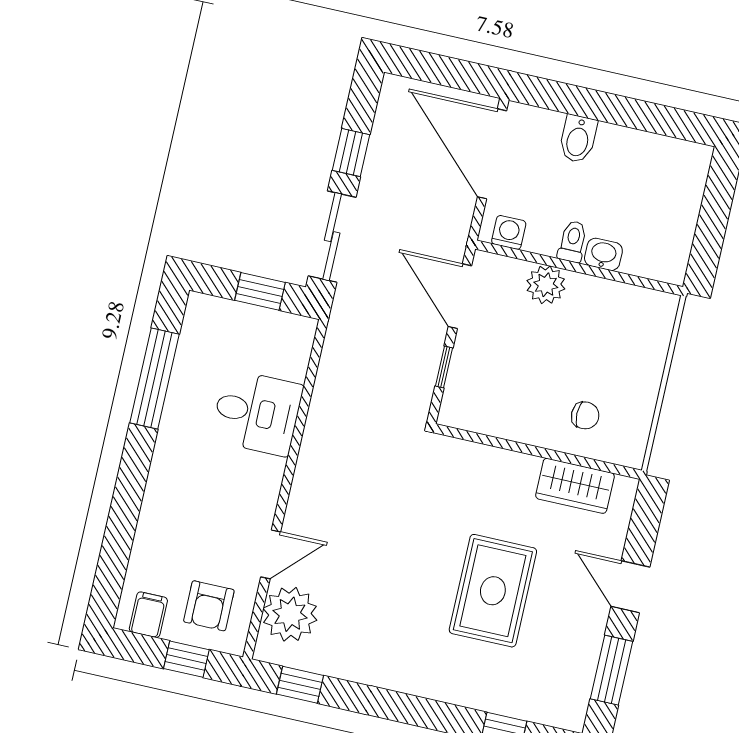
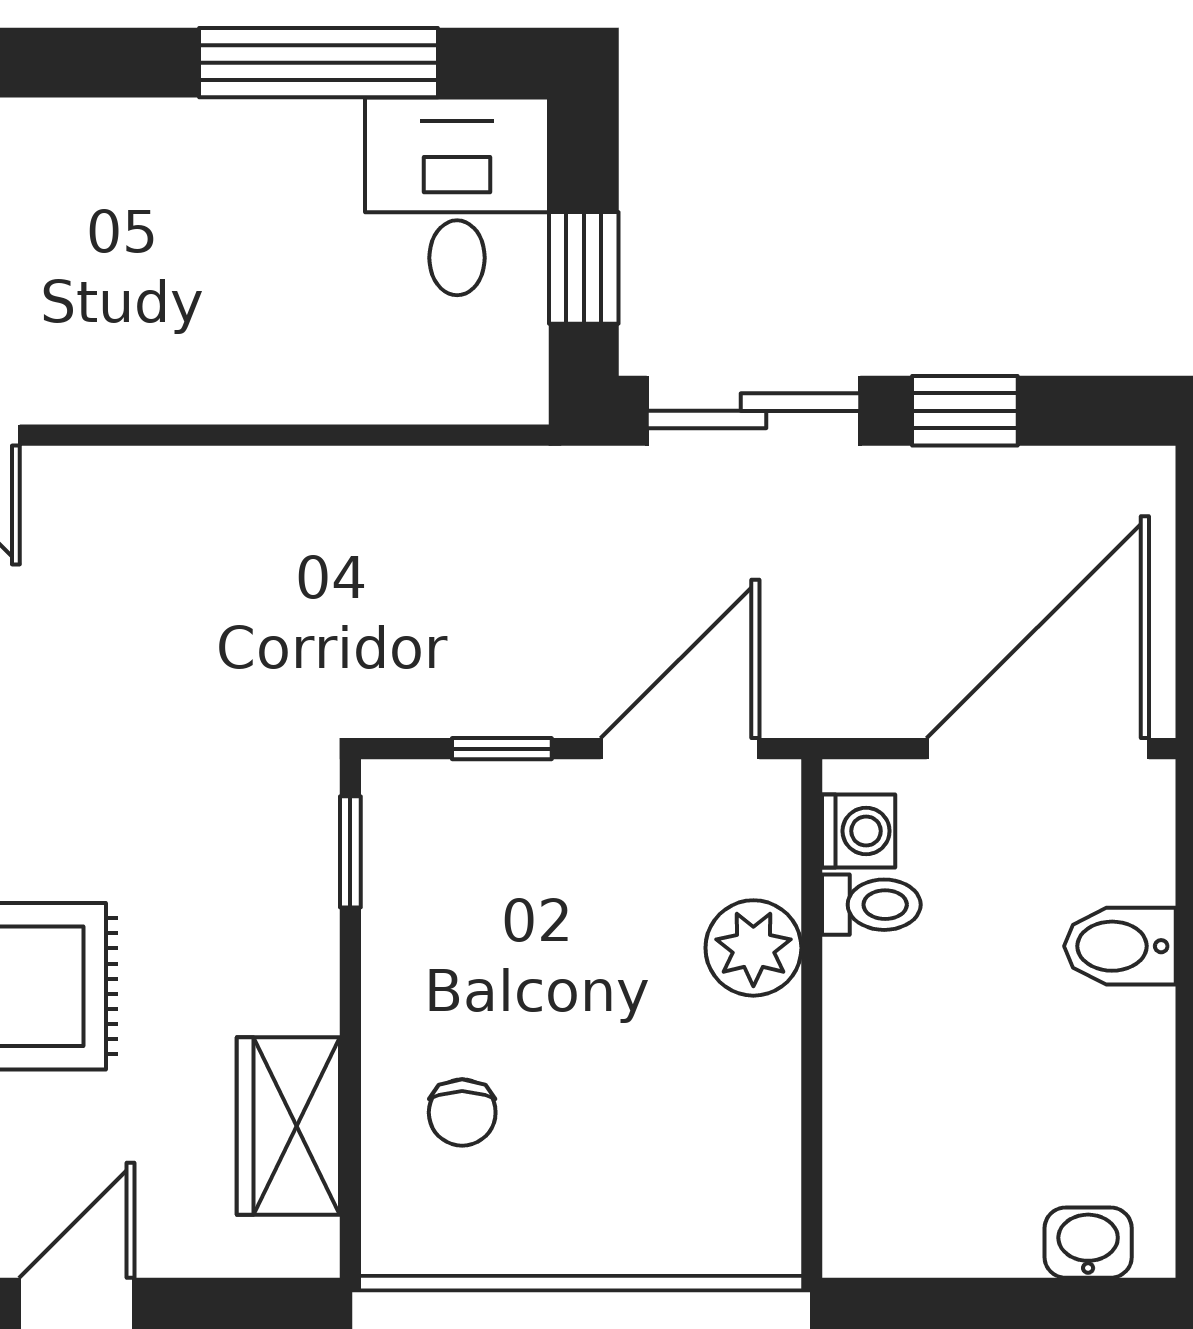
toilet: (573, 242) -> (871, 905), moved
washbasin: (603, 254) -> (1088, 1243), moved, turned -90
desk: (257, 413) -> (457, 196), moved, turned 180
window: (471, 437) -> (350, 852), added

